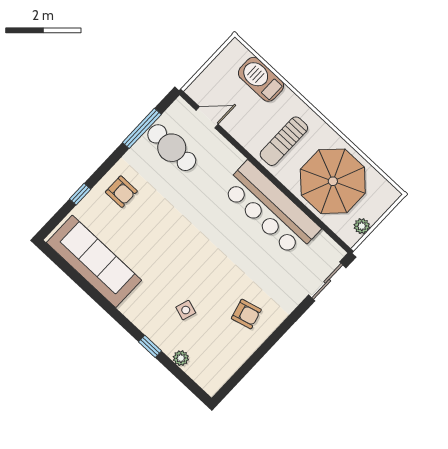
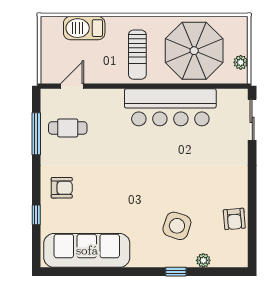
cafe table: (172, 148) -> (68, 128), width x0.73, depth x0.74
side table: (186, 310) -> (177, 226), width x1.87, depth x1.87
armchair: (246, 314) -> (234, 219), moved, turned 100

